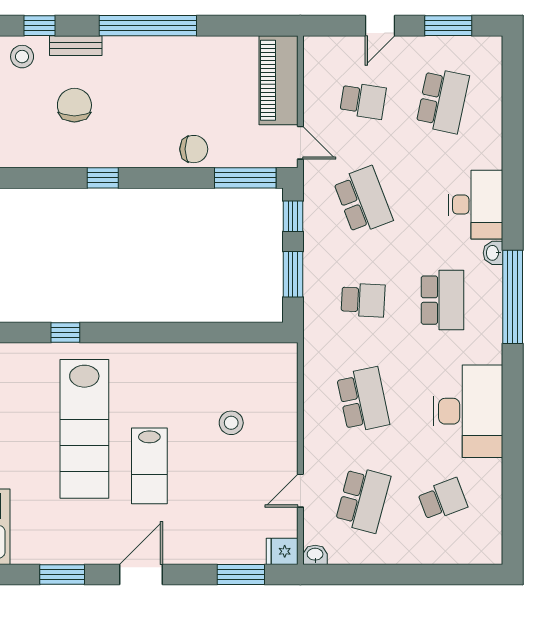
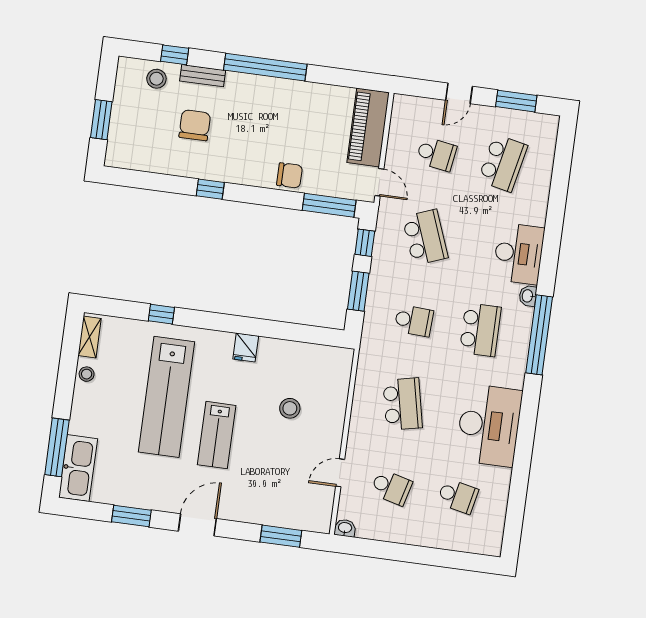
school desk: (363, 500) -> (391, 487), width x0.54
school desk: (443, 500) -> (458, 496), turned 33
fridge: (282, 551) -> (246, 347), moved, turned -90

